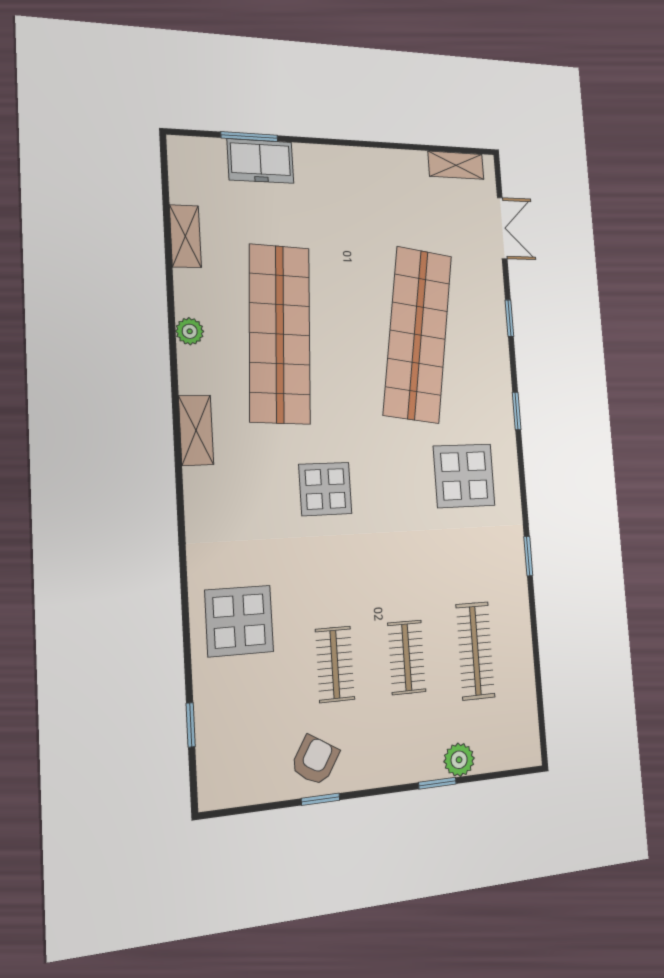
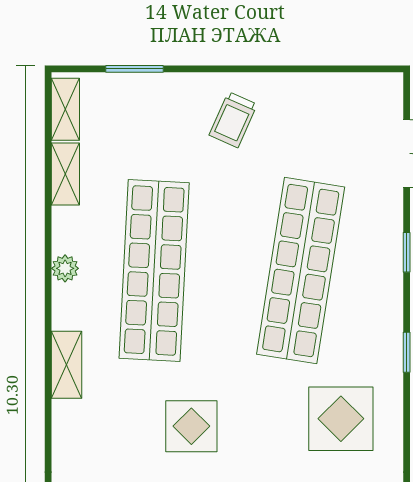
freezer: (261, 161) -> (145, 94), removed
shelving: (456, 165) -> (65, 109), moved, turned 90
trolley: (346, 190) -> (233, 120), added

